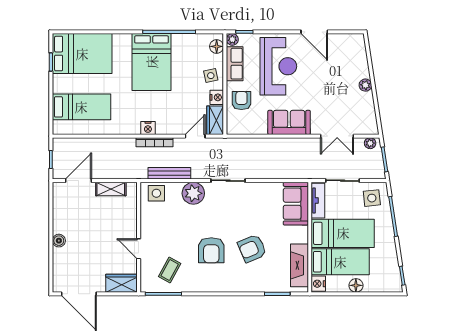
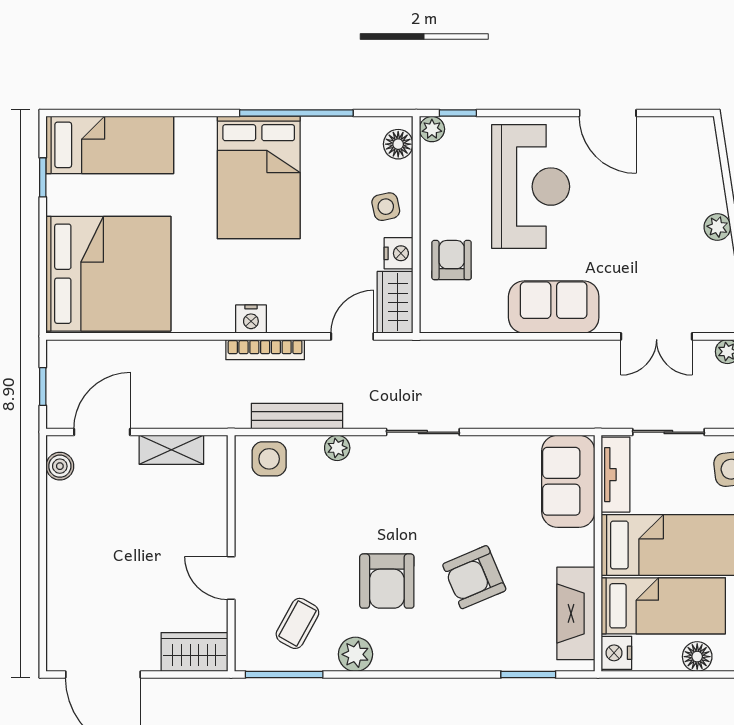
bed: (82, 54) -> (110, 145), width x0.67
row of seats: (235, 64) -> (437, 181), removed
bed: (81, 107) -> (108, 274), width x2.04
plant: (193, 193) -> (337, 448), width x0.53, depth x0.53
boiler: (59, 241) -> (60, 466), moved
plant: (197, 284) -> (355, 654), added

